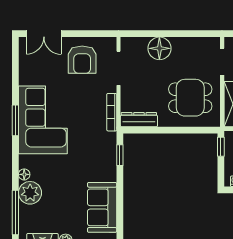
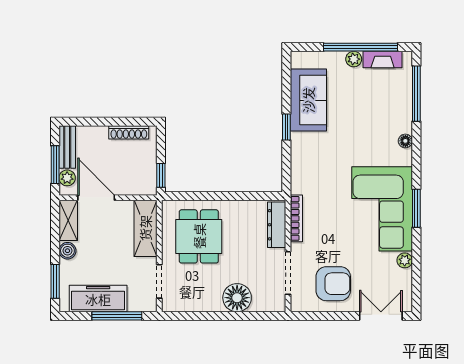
armchair: (82, 60) -> (333, 284), turned 90
dining table: (190, 98) -> (199, 236), turned 90
dresser: (139, 120) -> (277, 225), moved, turned 90
window: (120, 155) -> (286, 127), moved
plant: (30, 193) -> (405, 260), moved, width x0.53, depth x0.53

